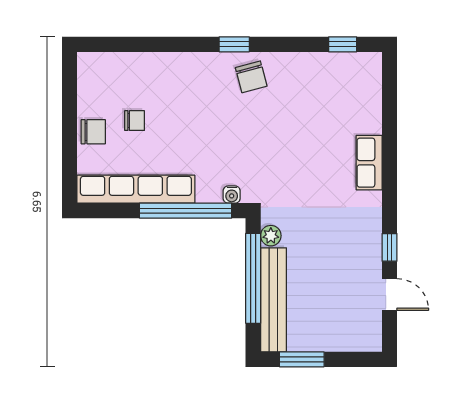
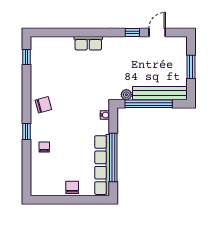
window: (234, 44) -> (26, 131), moved
chair: (135, 121) -> (44, 147), moved
window: (186, 211) -> (113, 158), moved
window: (302, 359) -> (191, 67), moved

